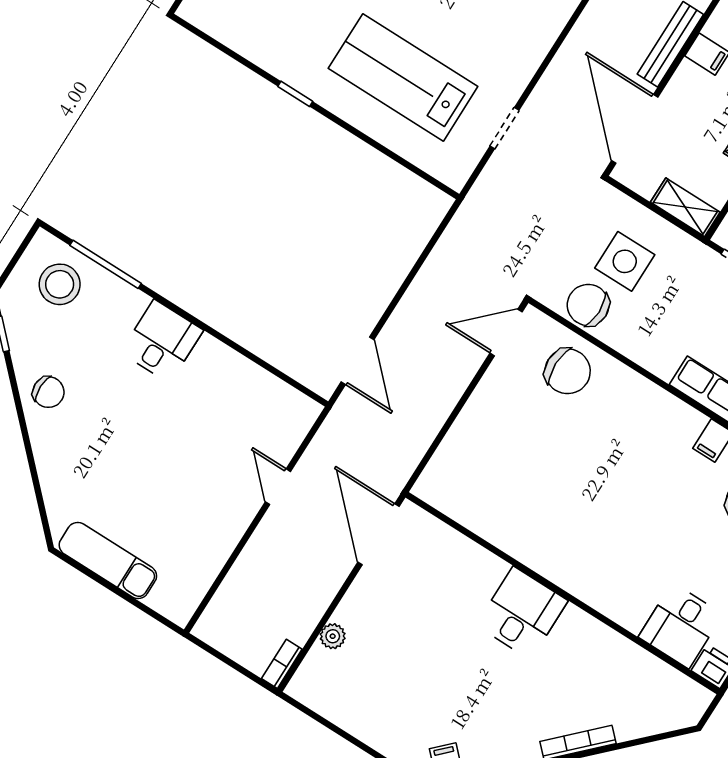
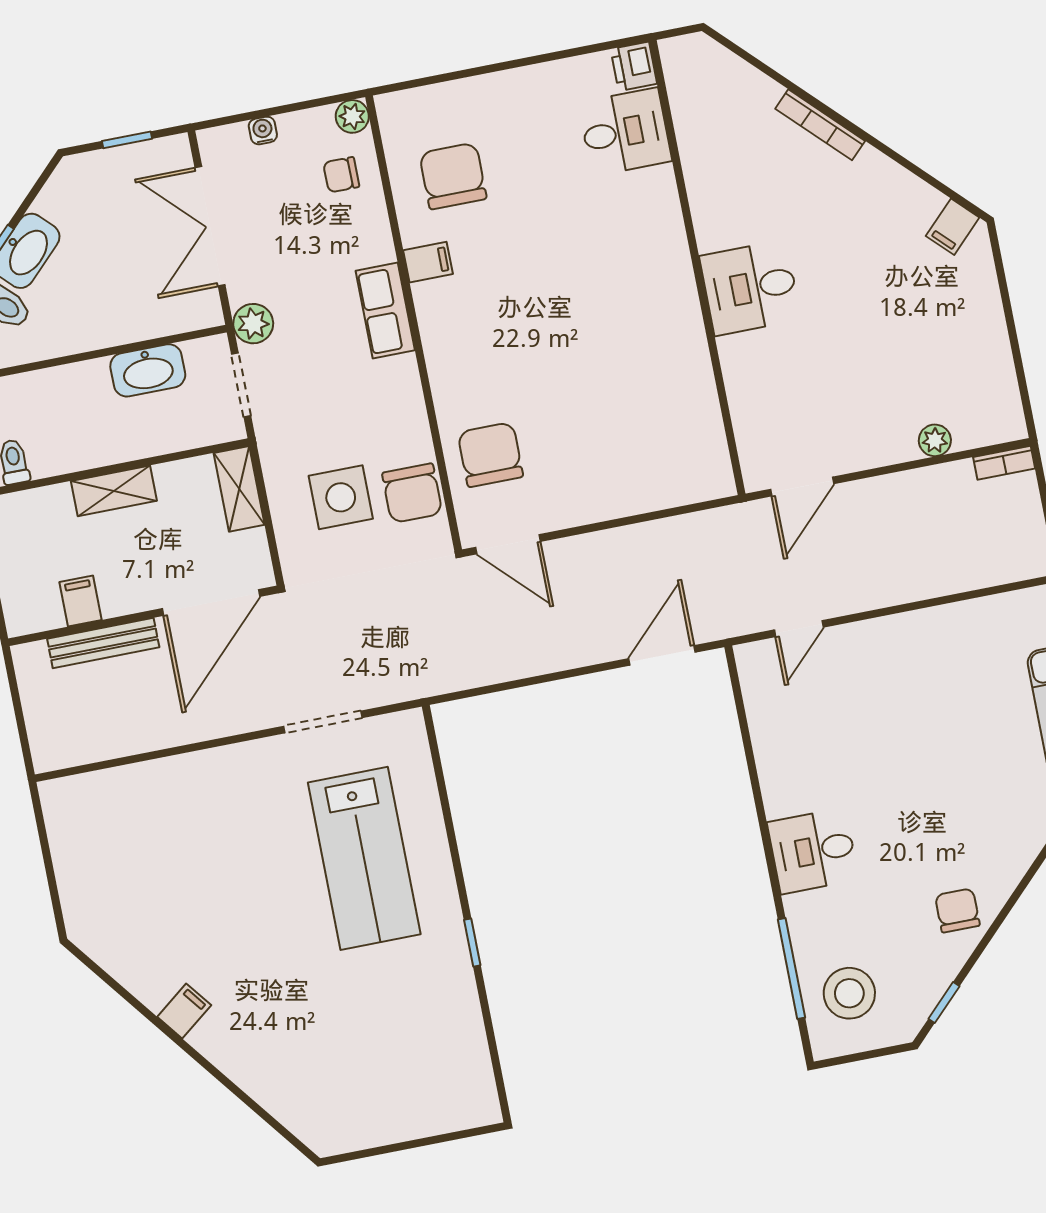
doorway: (505, 128) -> (323, 722), width x1.38
door: (278, 487) -> (799, 629), moved
door: (379, 534) -> (802, 487), width x0.73

